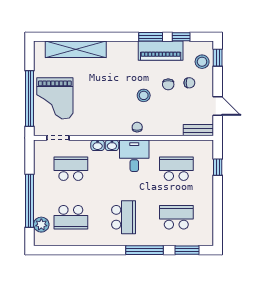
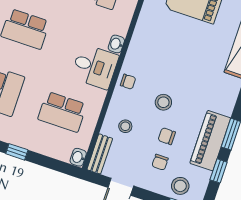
stool: (171, 118) -> (125, 126), added
washbasin: (98, 145) -> (78, 157), moved
window: (218, 167) -> (17, 152), moved
school desk: (176, 169) -> (62, 112), turned 90

